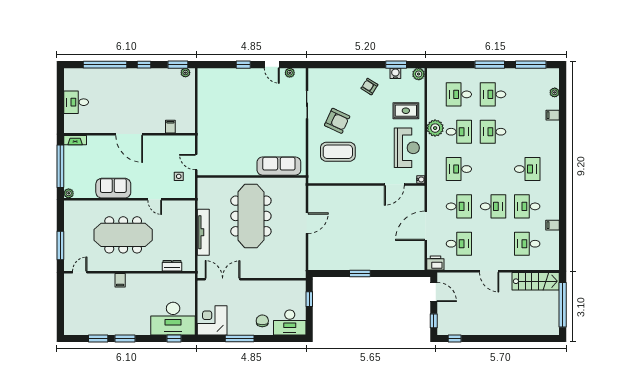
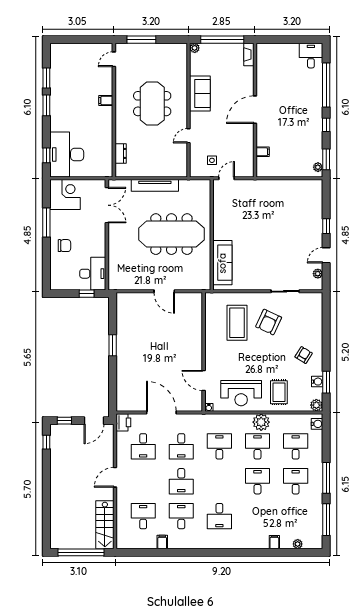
water cooler: (437, 73) -> (317, 424), added
desk: (76, 102) -> (311, 56), moved
desk: (459, 132) -> (258, 446), turned 180
meeting table: (123, 235) -> (152, 104), width x0.73
door: (80, 272) -> (114, 59), swing flipped
desk: (290, 322) -> (93, 274), moved, turned 180

